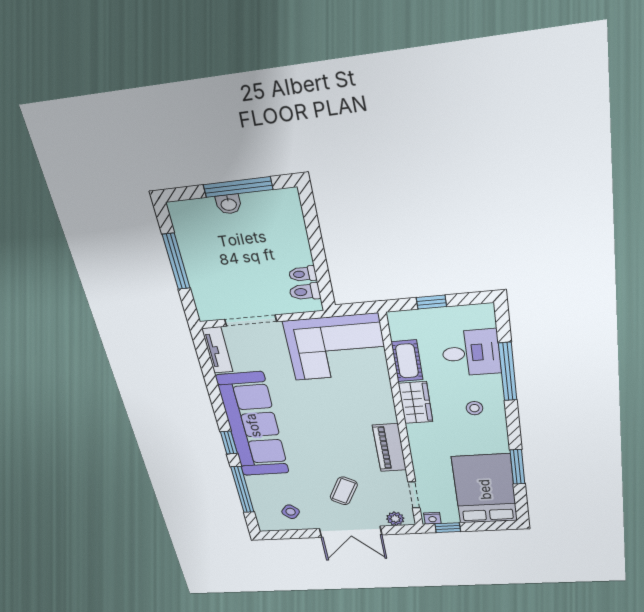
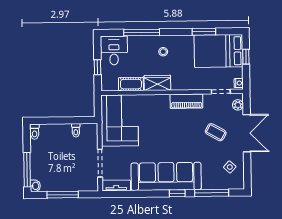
window: (238, 187) -> (27, 170), moved
washbasin: (229, 204) -> (35, 186), moved
toilet: (305, 292) -> (35, 132), moved
desk: (471, 353) -> (114, 50), moved
window: (448, 528) -> (246, 57), moved

